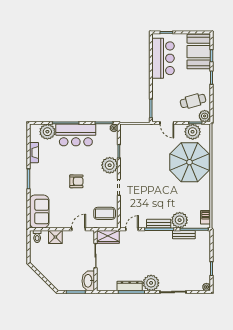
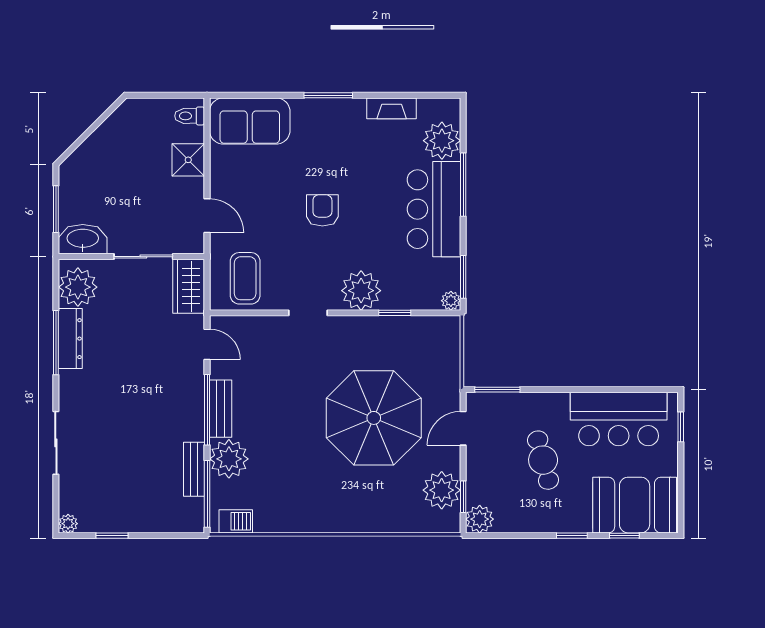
cafe table: (193, 101) -> (543, 460), moved
parasol: (189, 162) -> (374, 418), moved
armchair: (76, 181) -> (322, 210), turned 180
plant: (151, 283) -> (78, 287), moved

